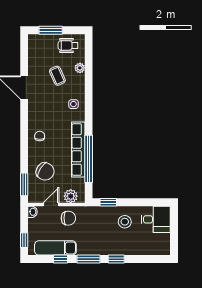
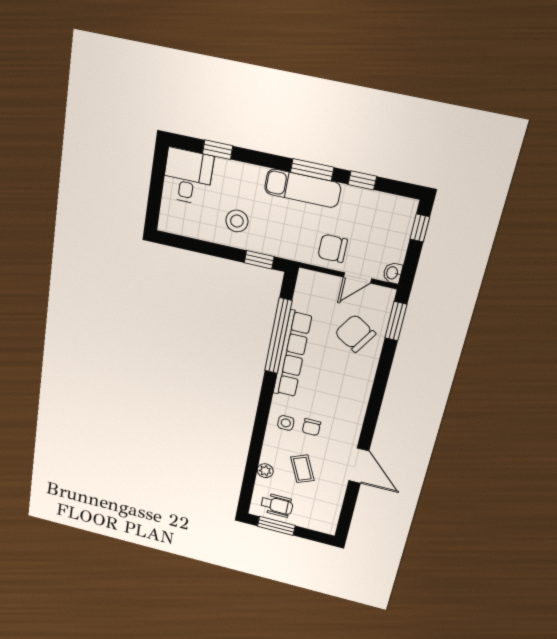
window: (51, 30) -> (276, 526), moved
chair: (40, 136) -> (311, 427), moved
plant: (71, 196) -> (321, 284), removed
desk: (156, 219) -> (188, 176), moved, turned 90
exam couch: (55, 248) -> (303, 188), moved
window: (116, 259) -> (218, 150), moved

